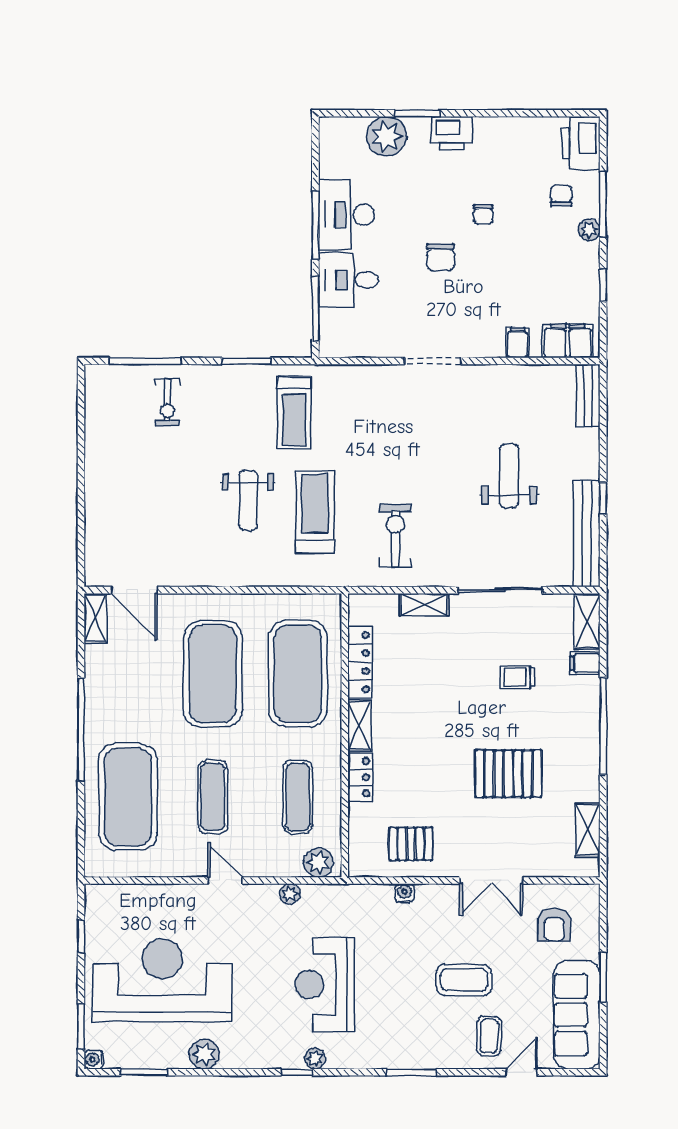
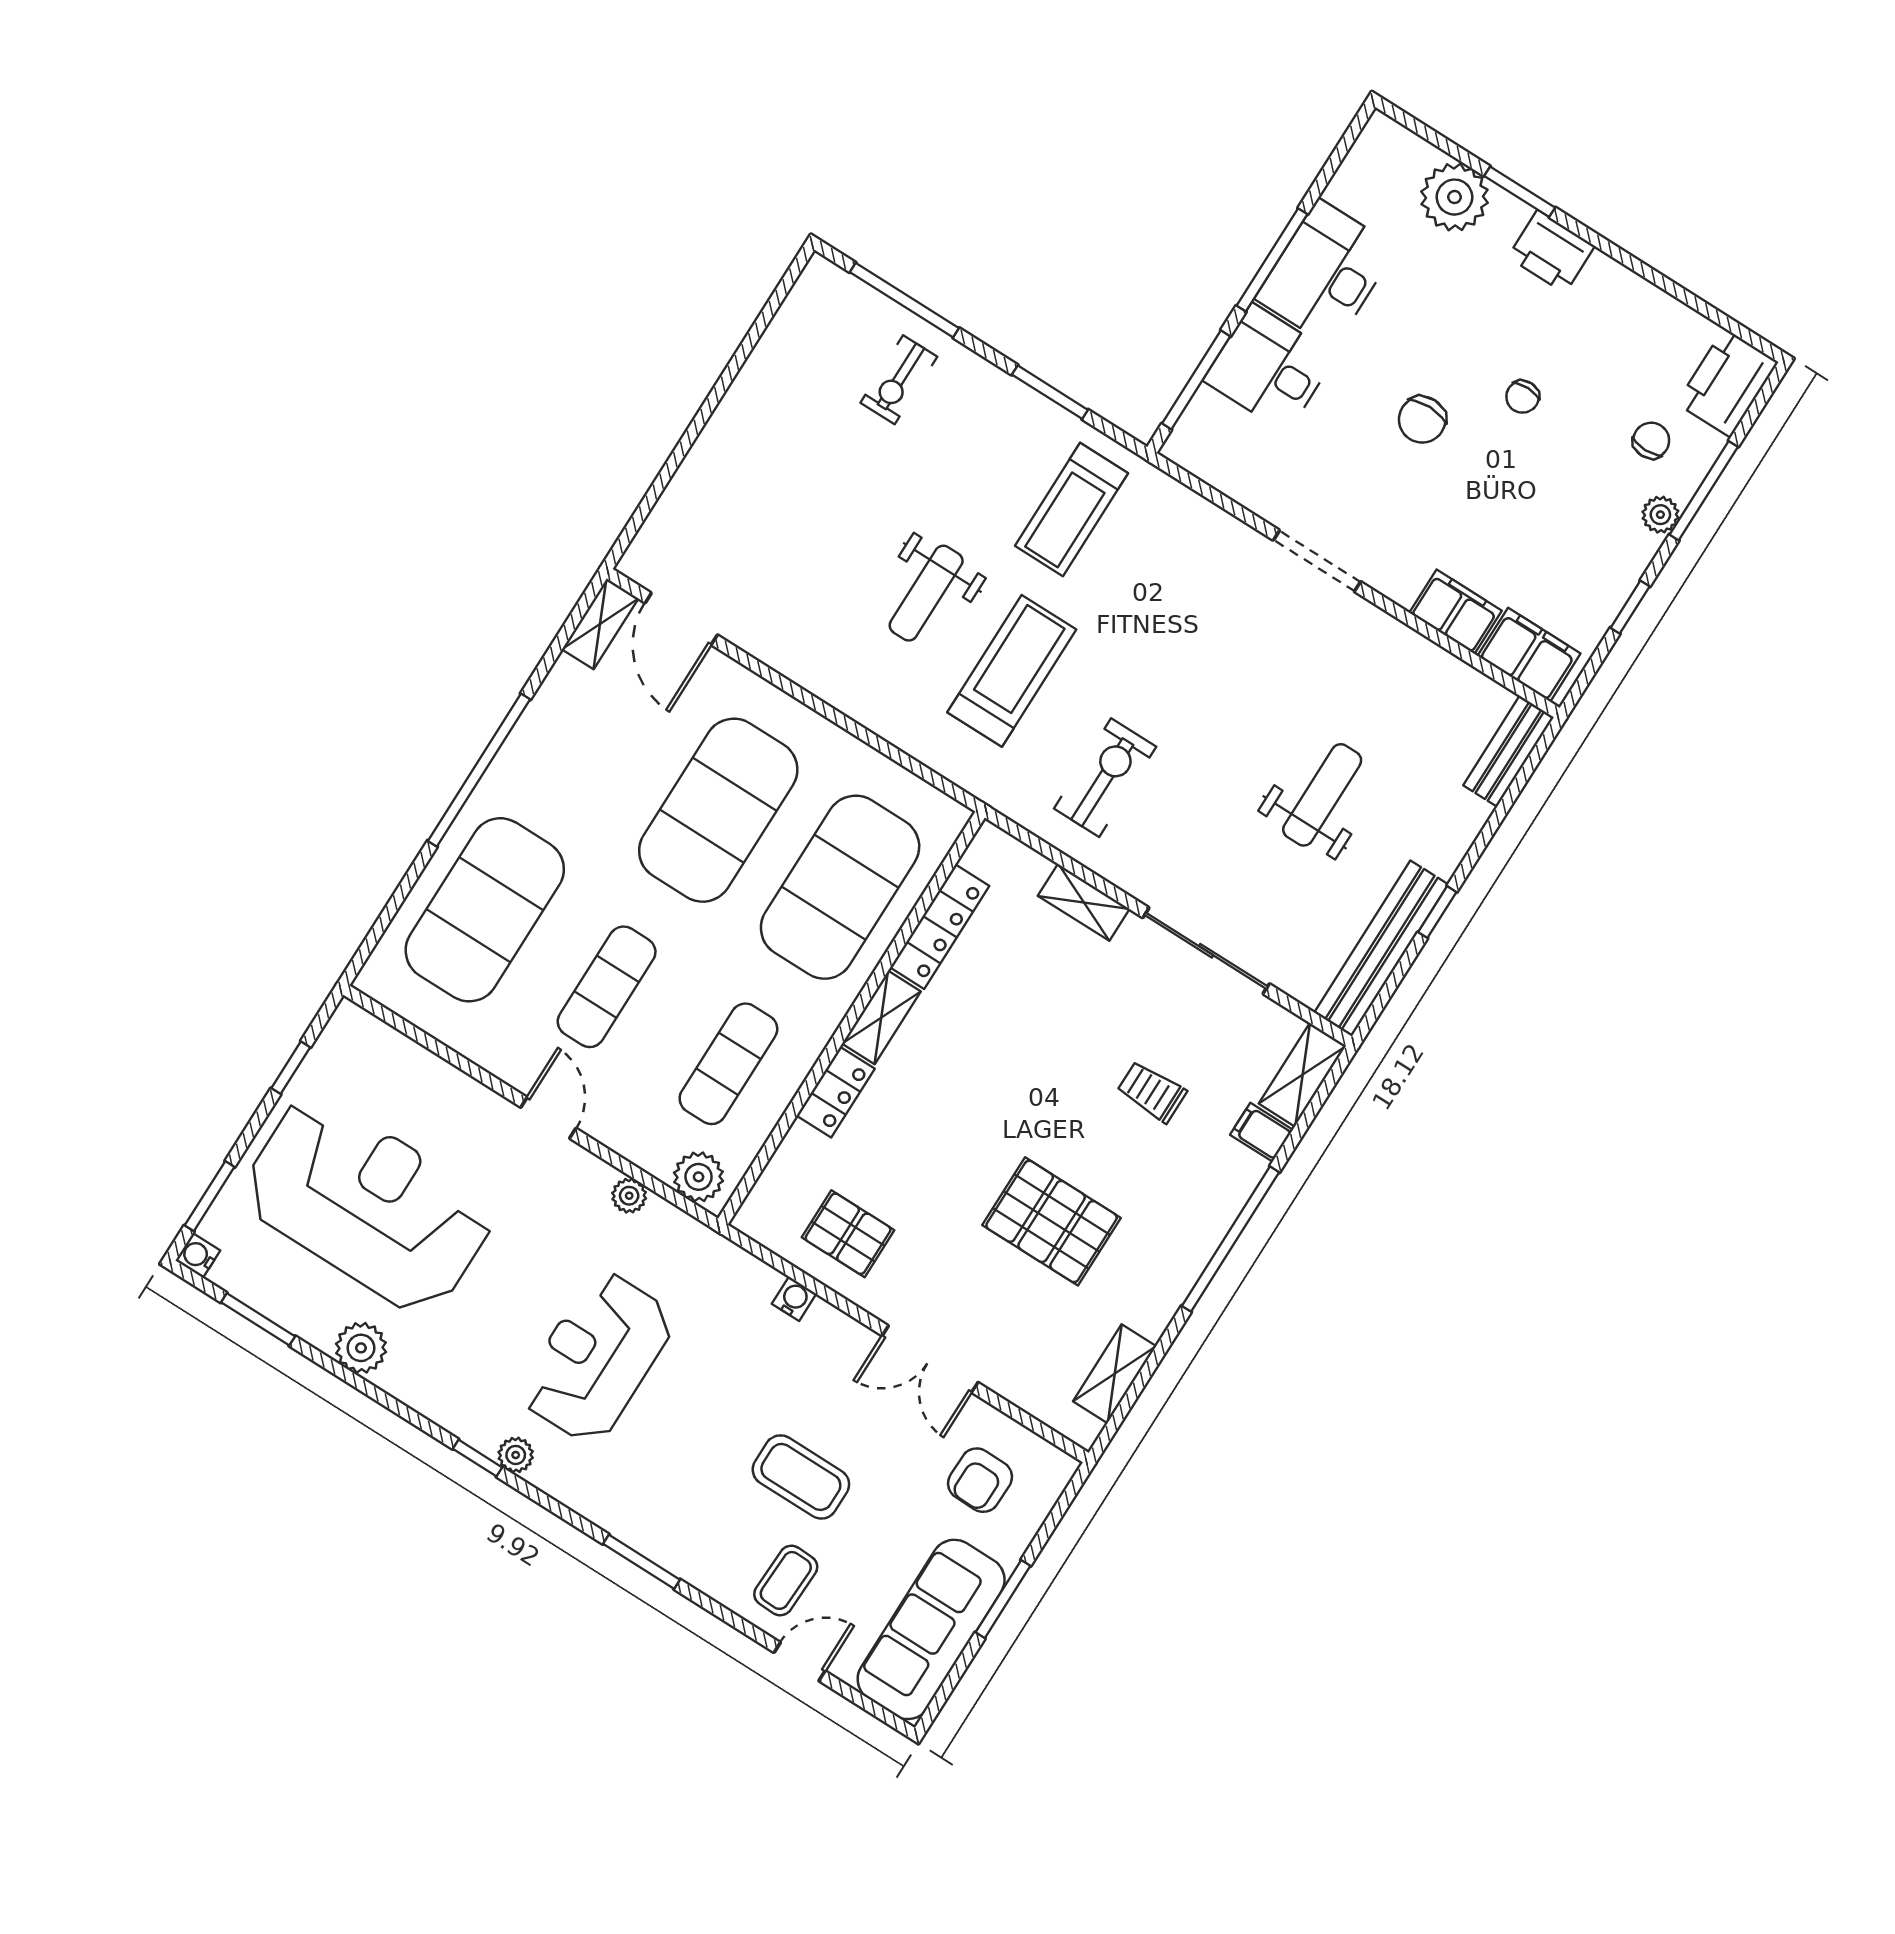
filing cabinet: (518, 343) -> (1455, 612), width x2.00

